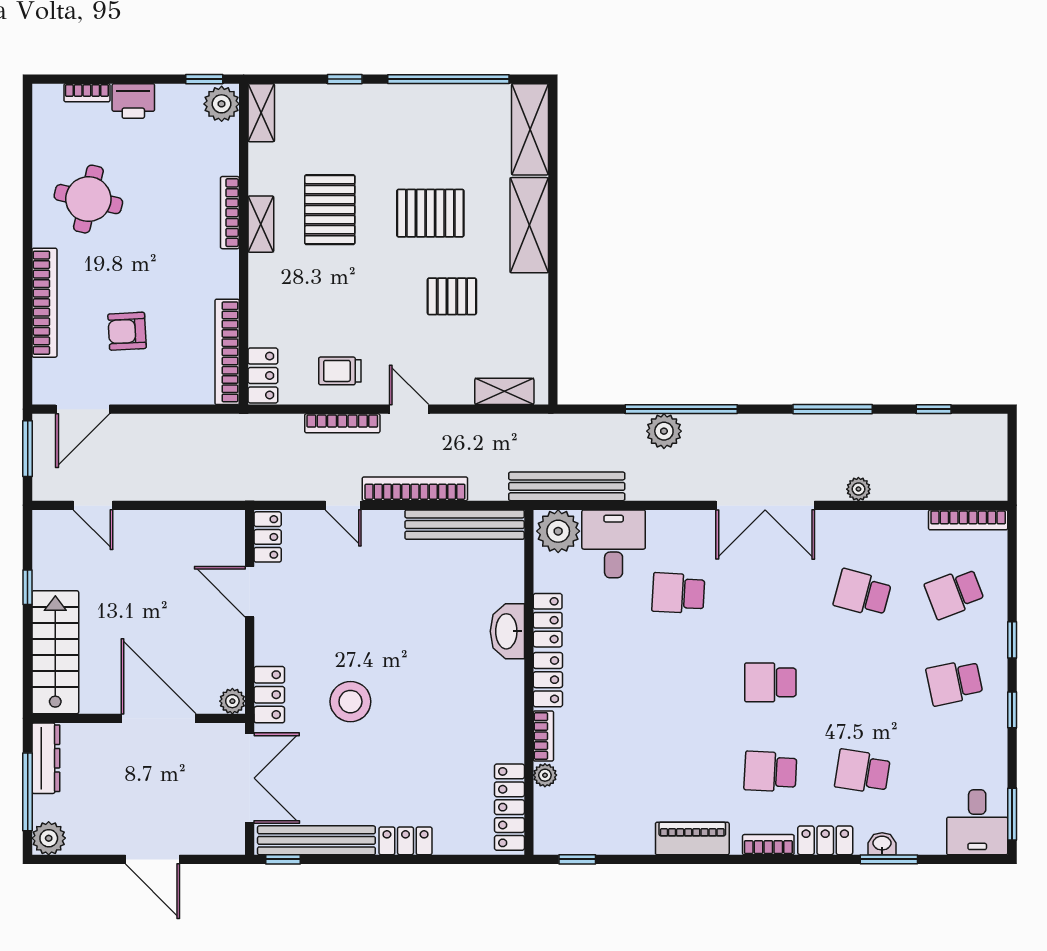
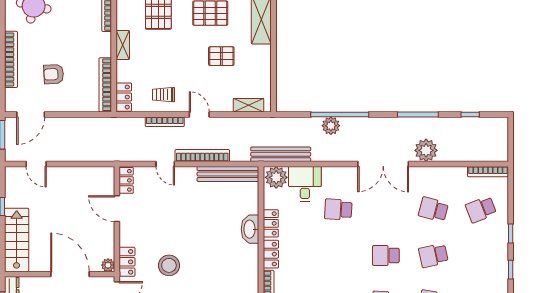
shelving: (261, 224) -> (123, 45), moved
plant: (858, 489) -> (426, 150), width x1.87, depth x1.87
school desk: (955, 682) -> (433, 255), moved

